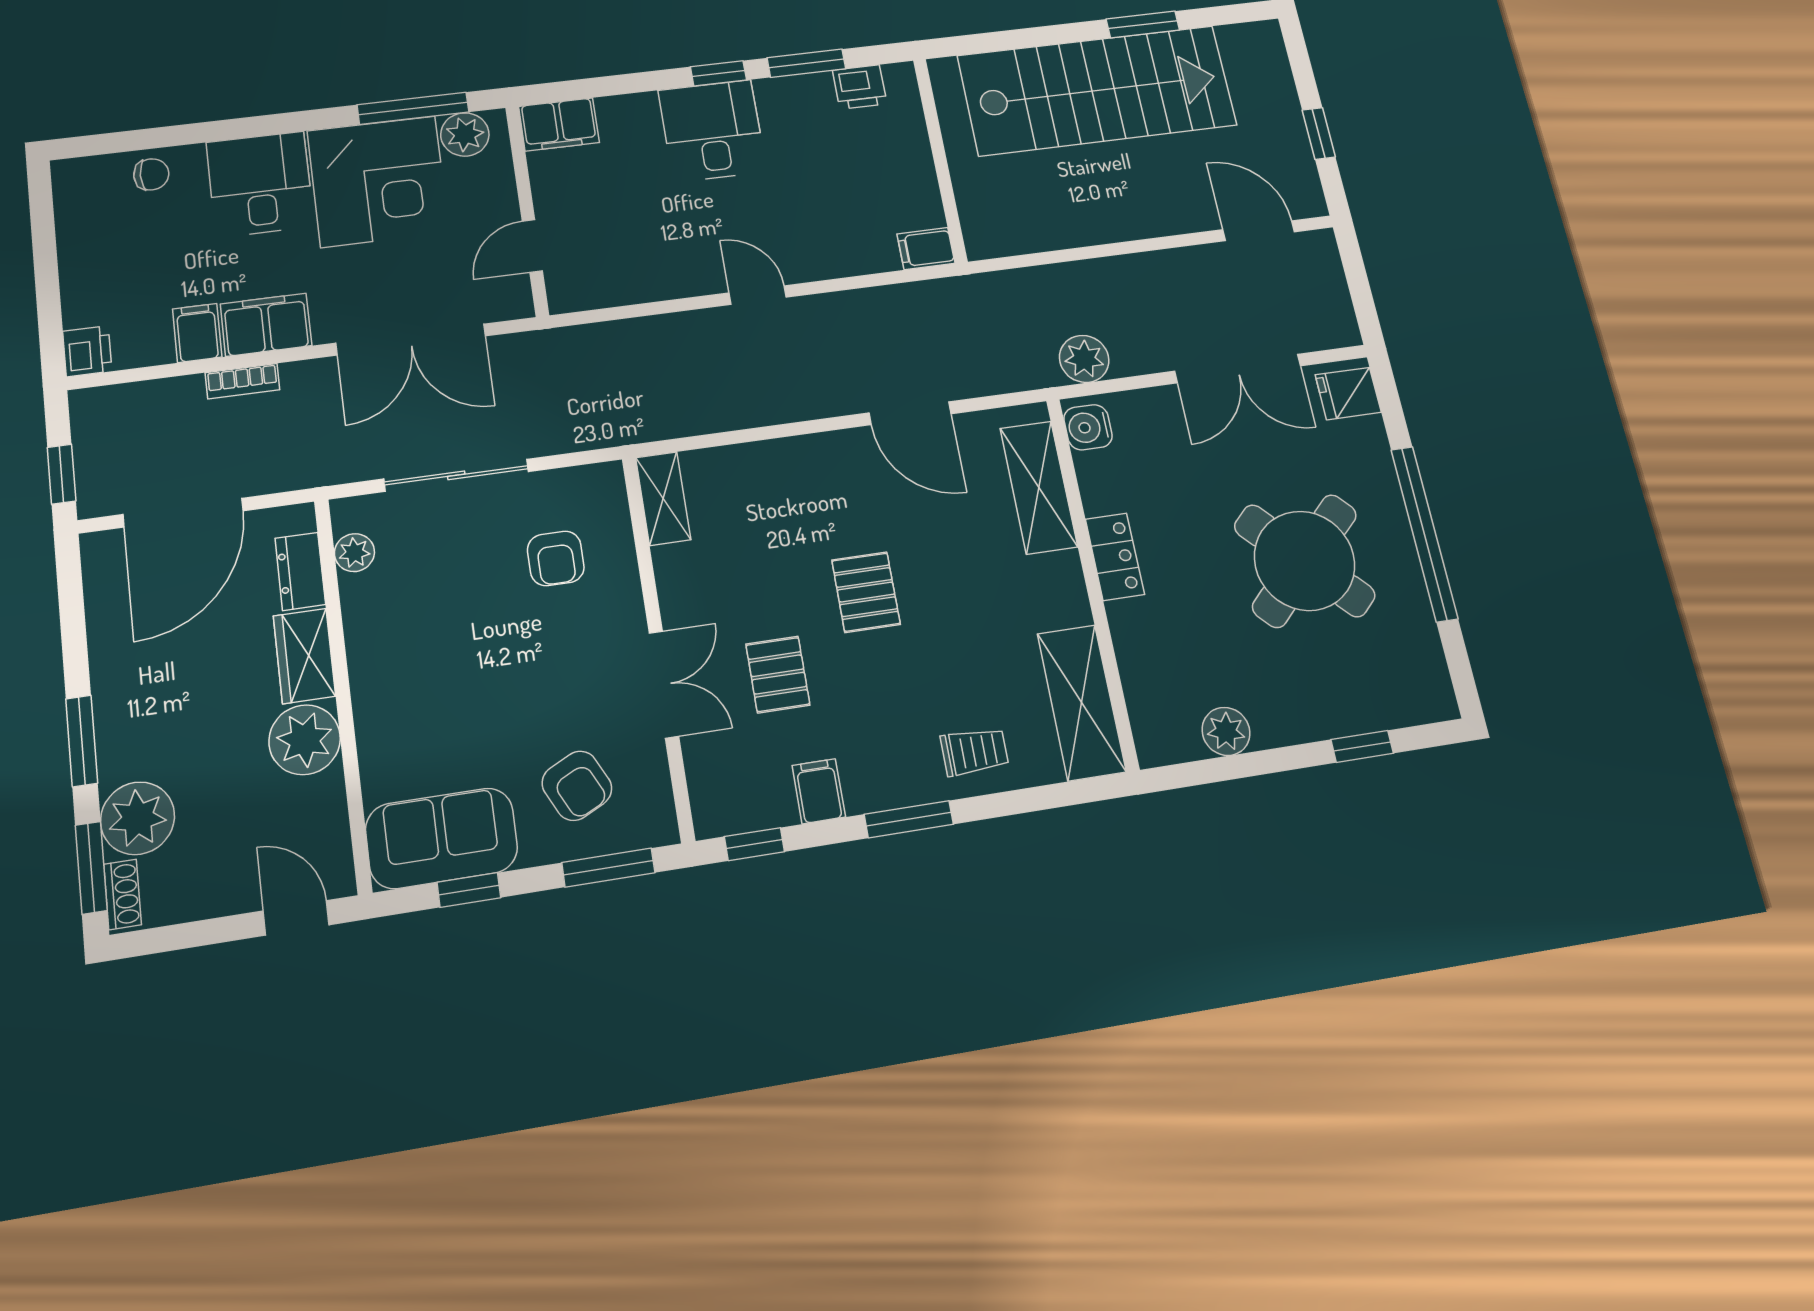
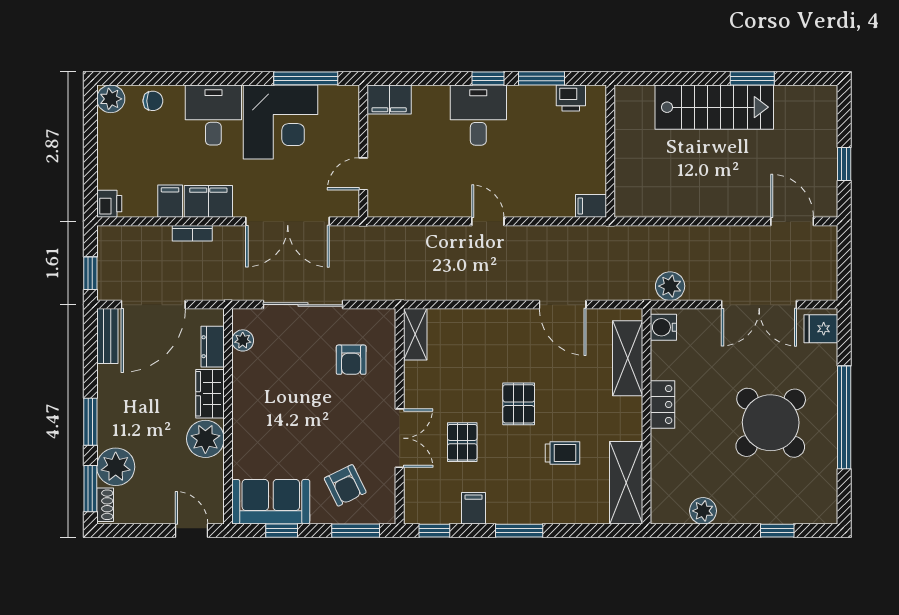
stairs: (1097, 90) -> (714, 107), width x0.73, depth x0.66
plant: (465, 134) -> (111, 99), moved
bench: (102, 580) -> (107, 336), added
trolley: (974, 752) -> (563, 453), moved

